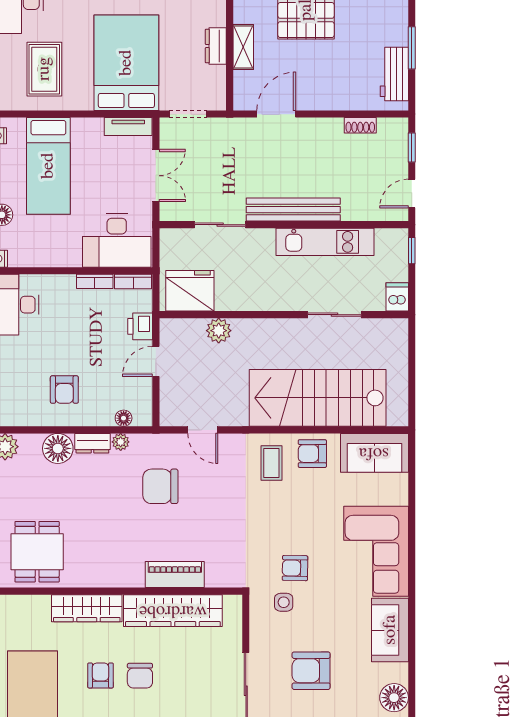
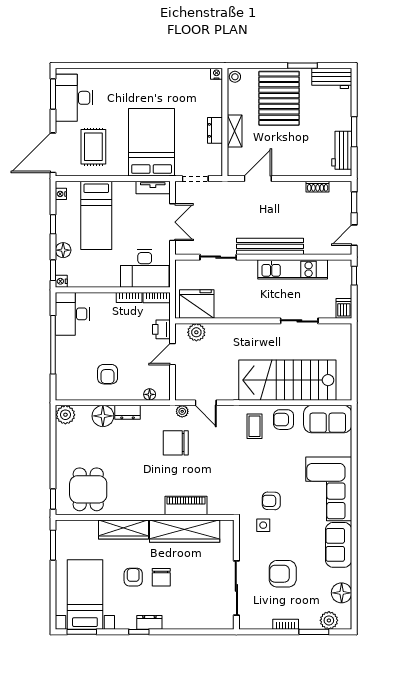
plant: (219, 331) -> (196, 332), moved
plant: (121, 442) -> (182, 411), moved

